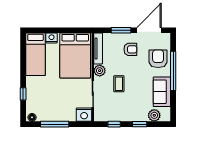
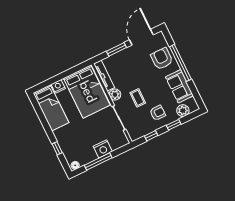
armchair: (130, 49) -> (158, 113), moved
nightstand: (84, 115) -> (103, 149), moved

